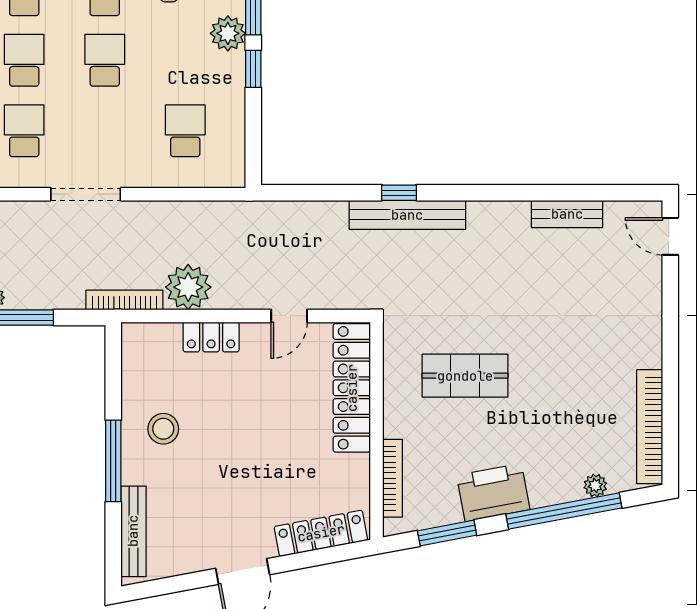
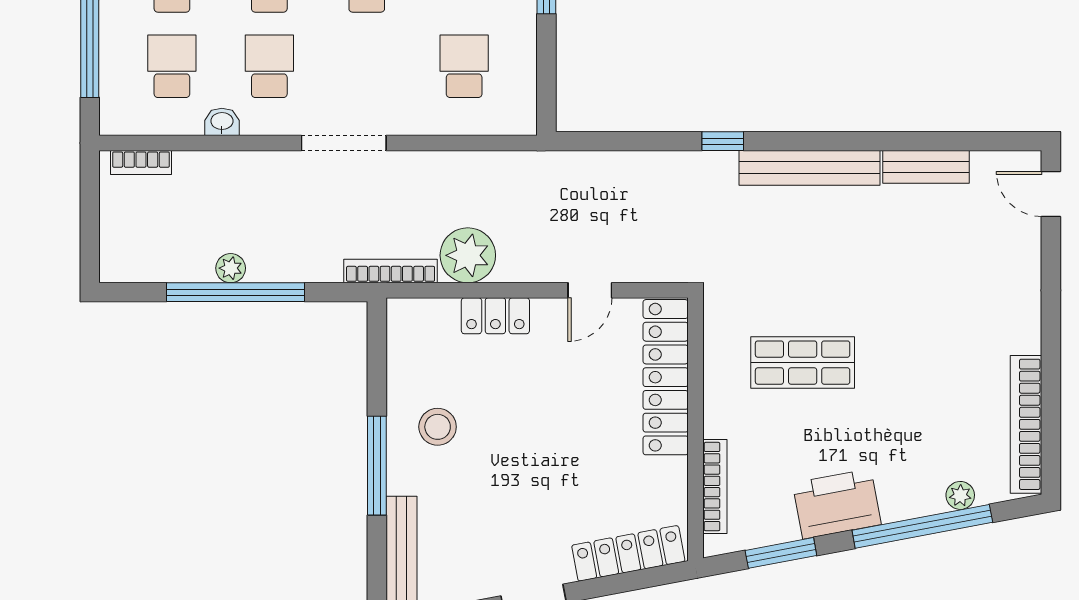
bench: (407, 215) -> (809, 168), moved

